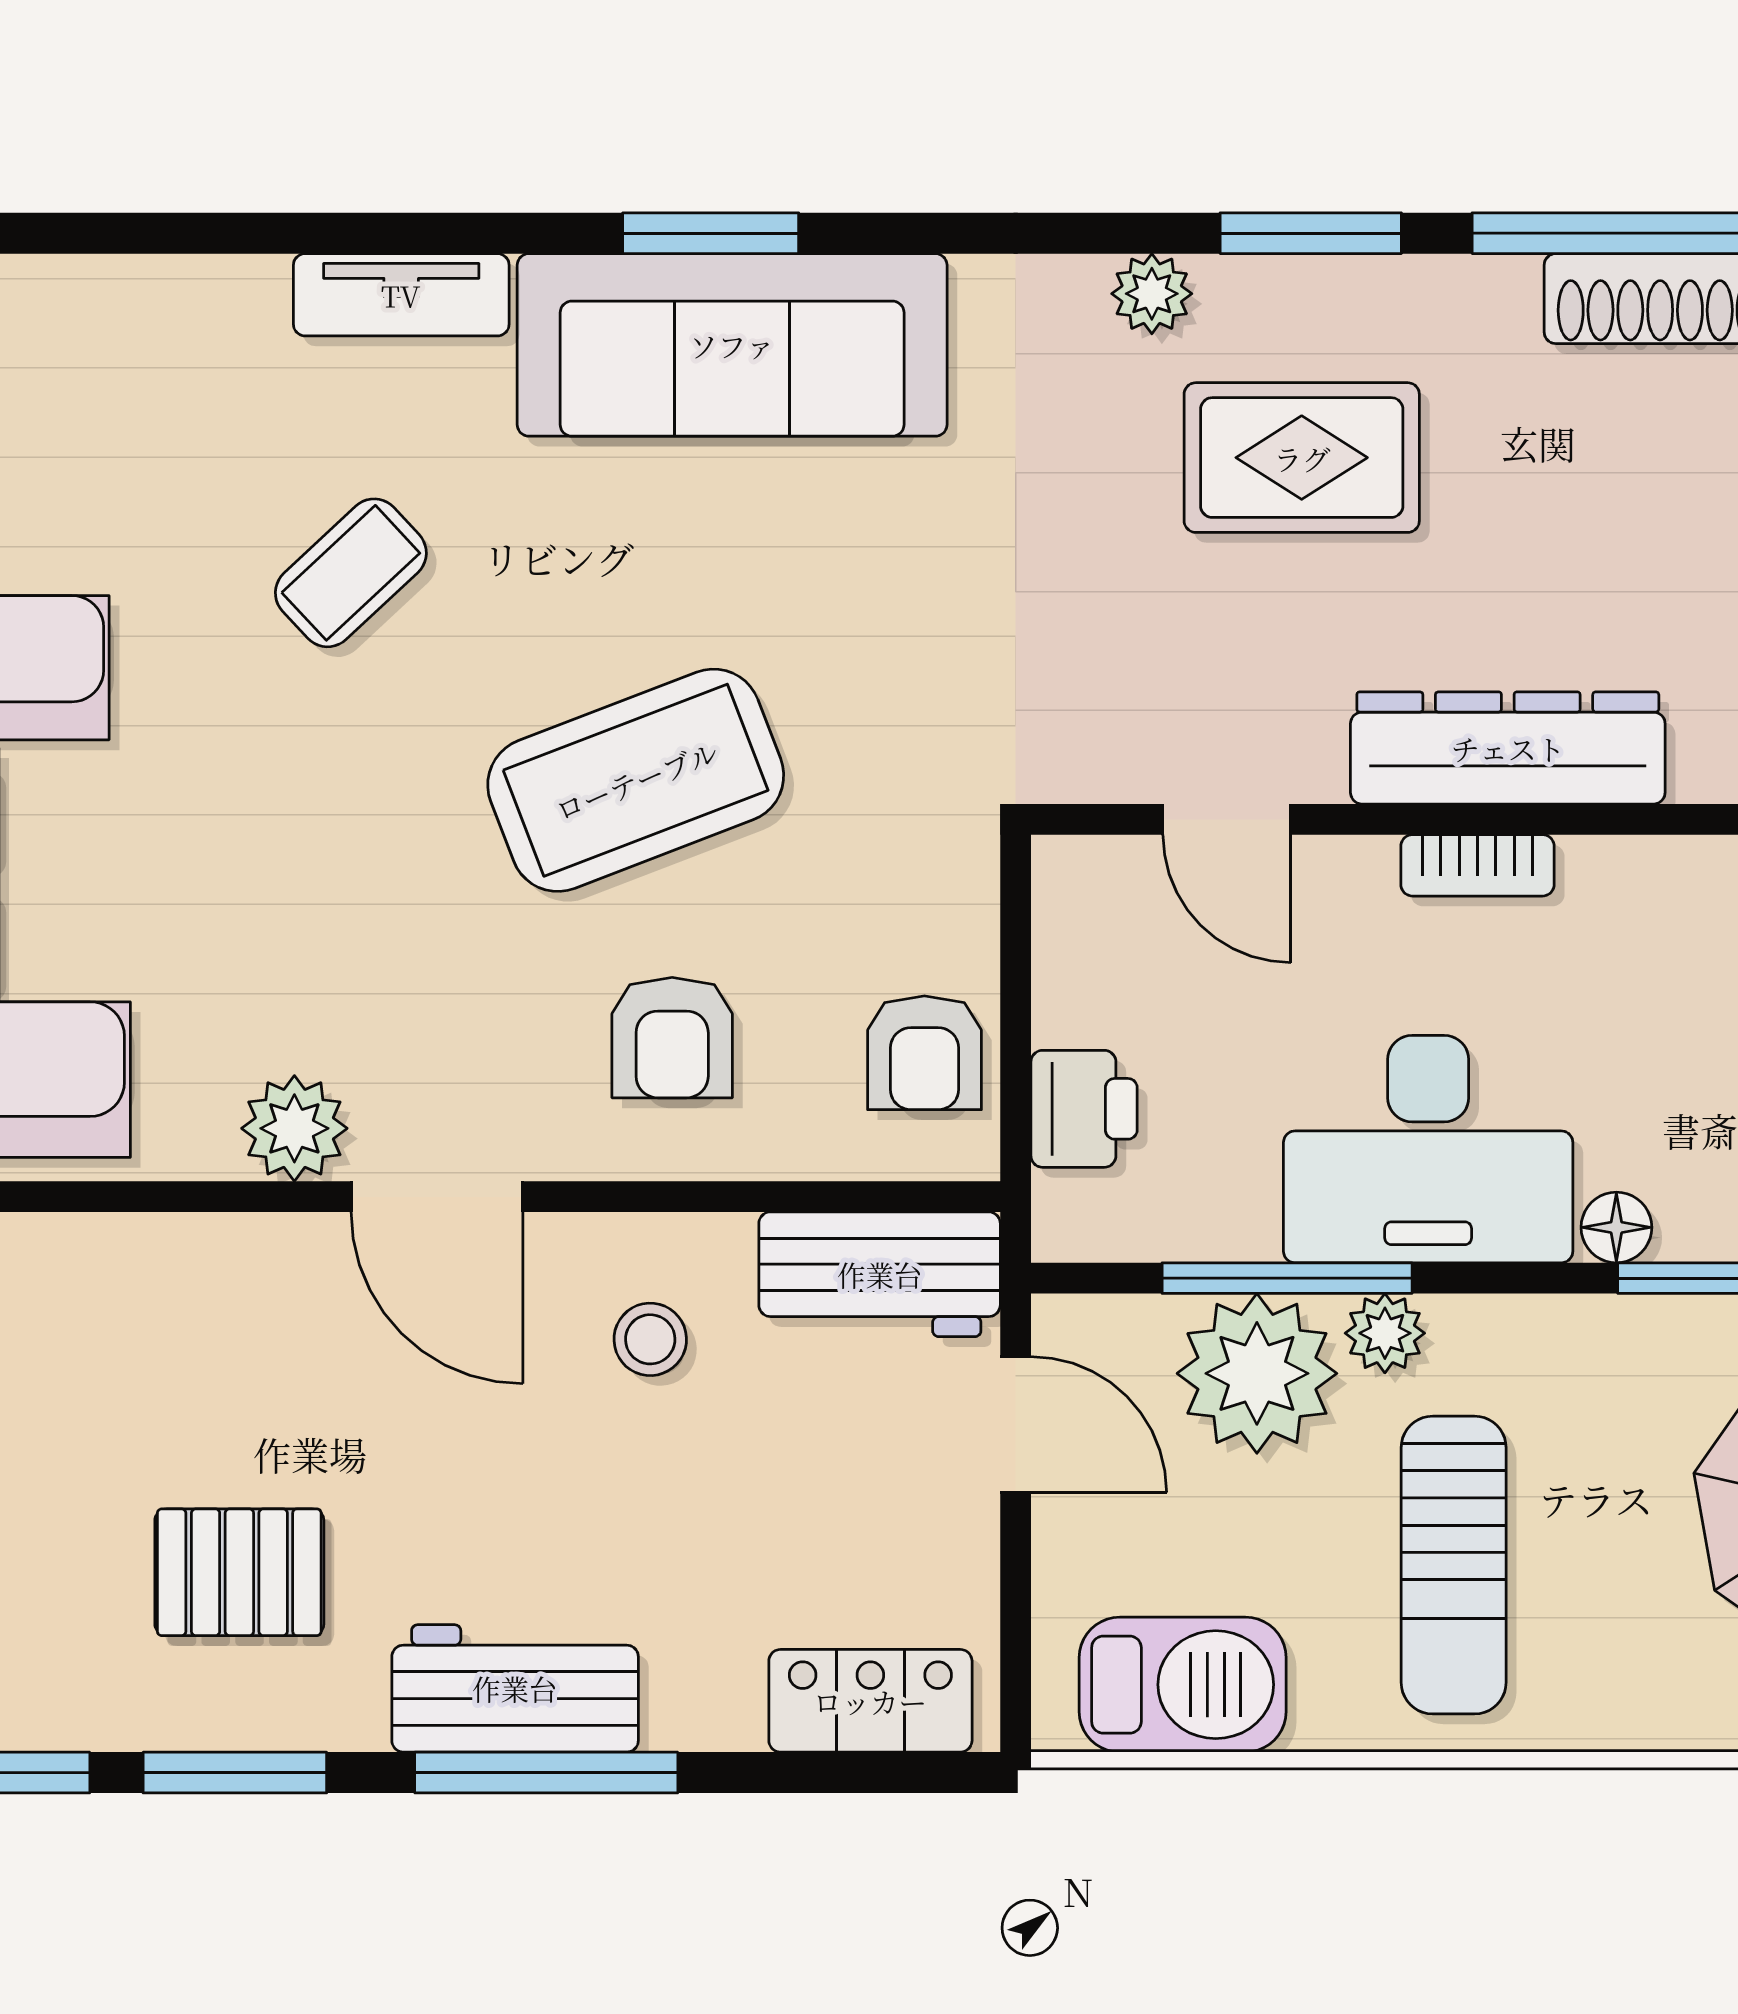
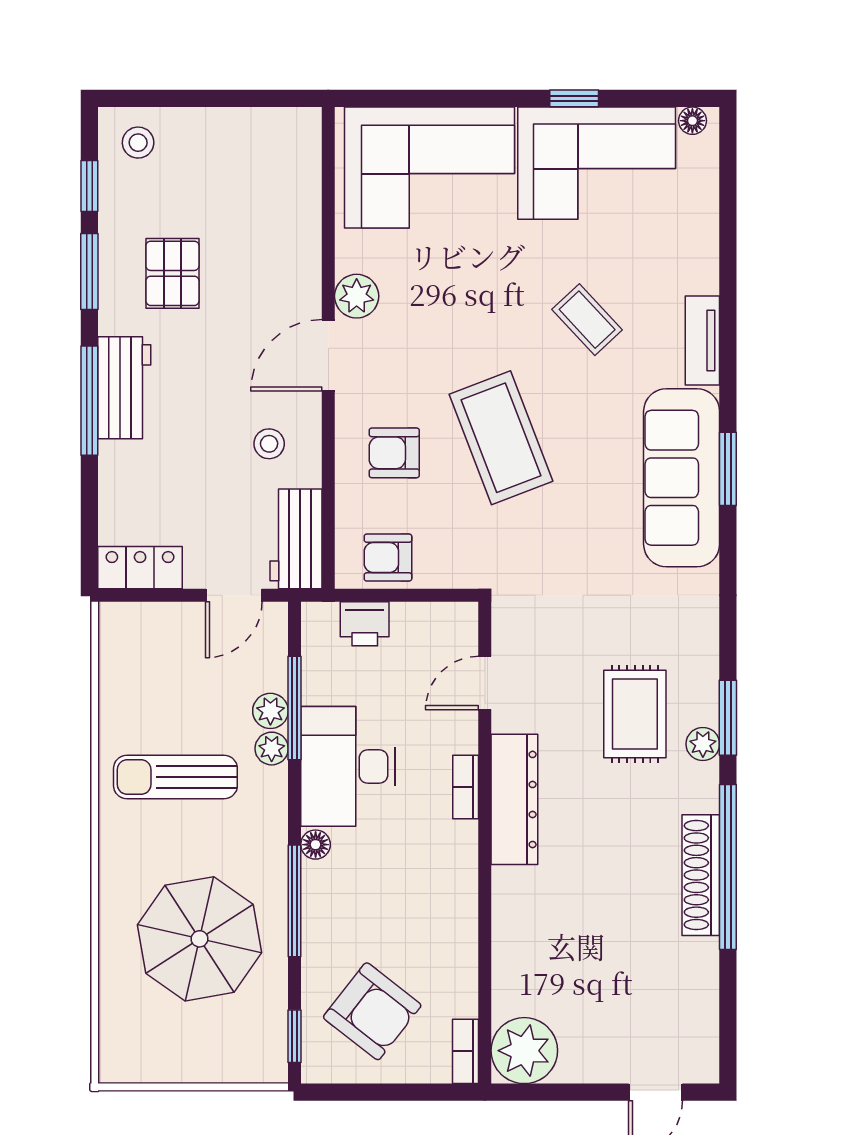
plant: (1152, 294) -> (703, 744), moved
plant: (1257, 1373) -> (270, 711), width x0.53, depth x0.53
barbecue: (1183, 1685) -> (126, 665), removed
locker: (870, 1701) -> (140, 568), moved, turned -90

